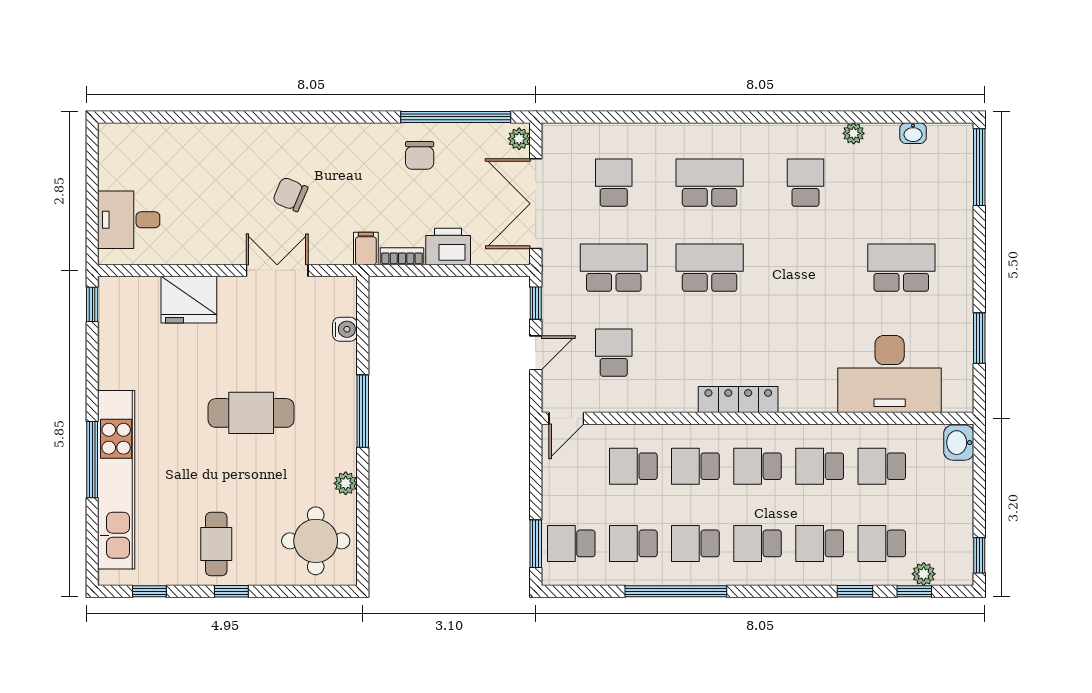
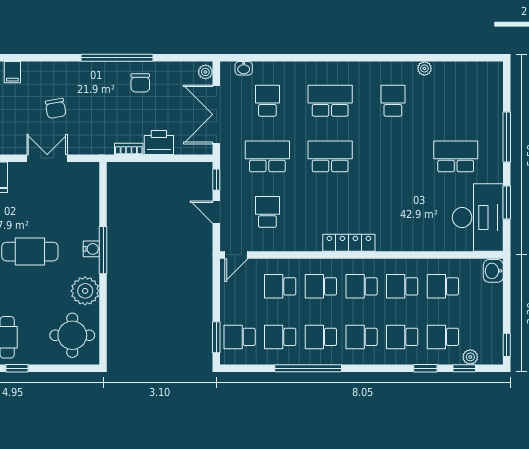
window: (456, 117) -> (117, 58), moved
washbasin: (913, 133) -> (244, 68), moved
window: (979, 167) -> (507, 137), moved
chair: (290, 194) -> (56, 108), turned -123
filing cabinet: (366, 248) -> (12, 72), moved, turned 180
water cooler: (345, 329) -> (91, 249), moved
door: (536, 353) -> (216, 212), swing flipped
desk: (890, 374) -> (478, 218), moved, turned -90
plant: (346, 483) -> (85, 291), width x1.87, depth x1.87

